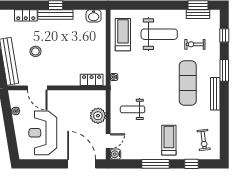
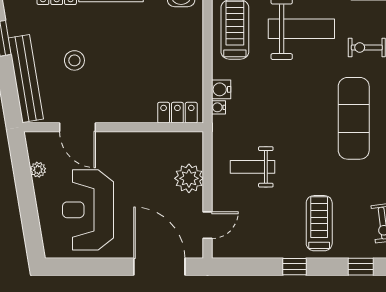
water cooler: (115, 154) -> (221, 89), moved
window: (155, 164) -> (294, 267), width x0.46

